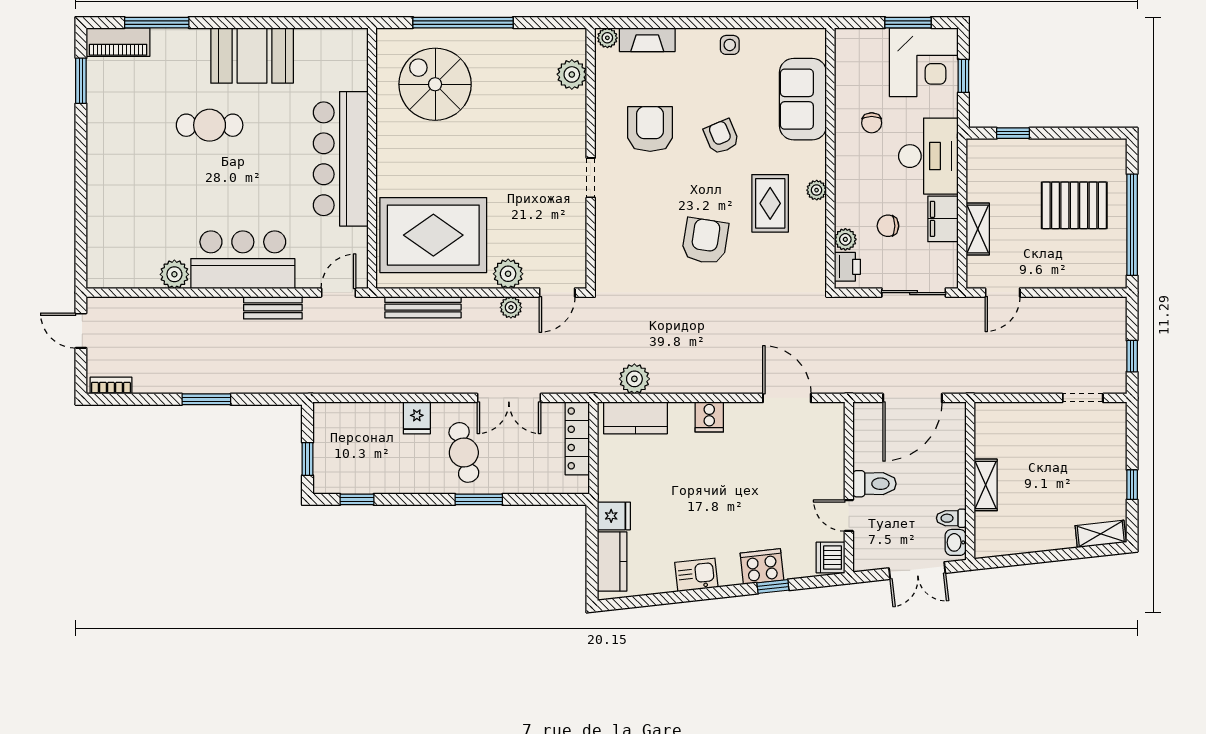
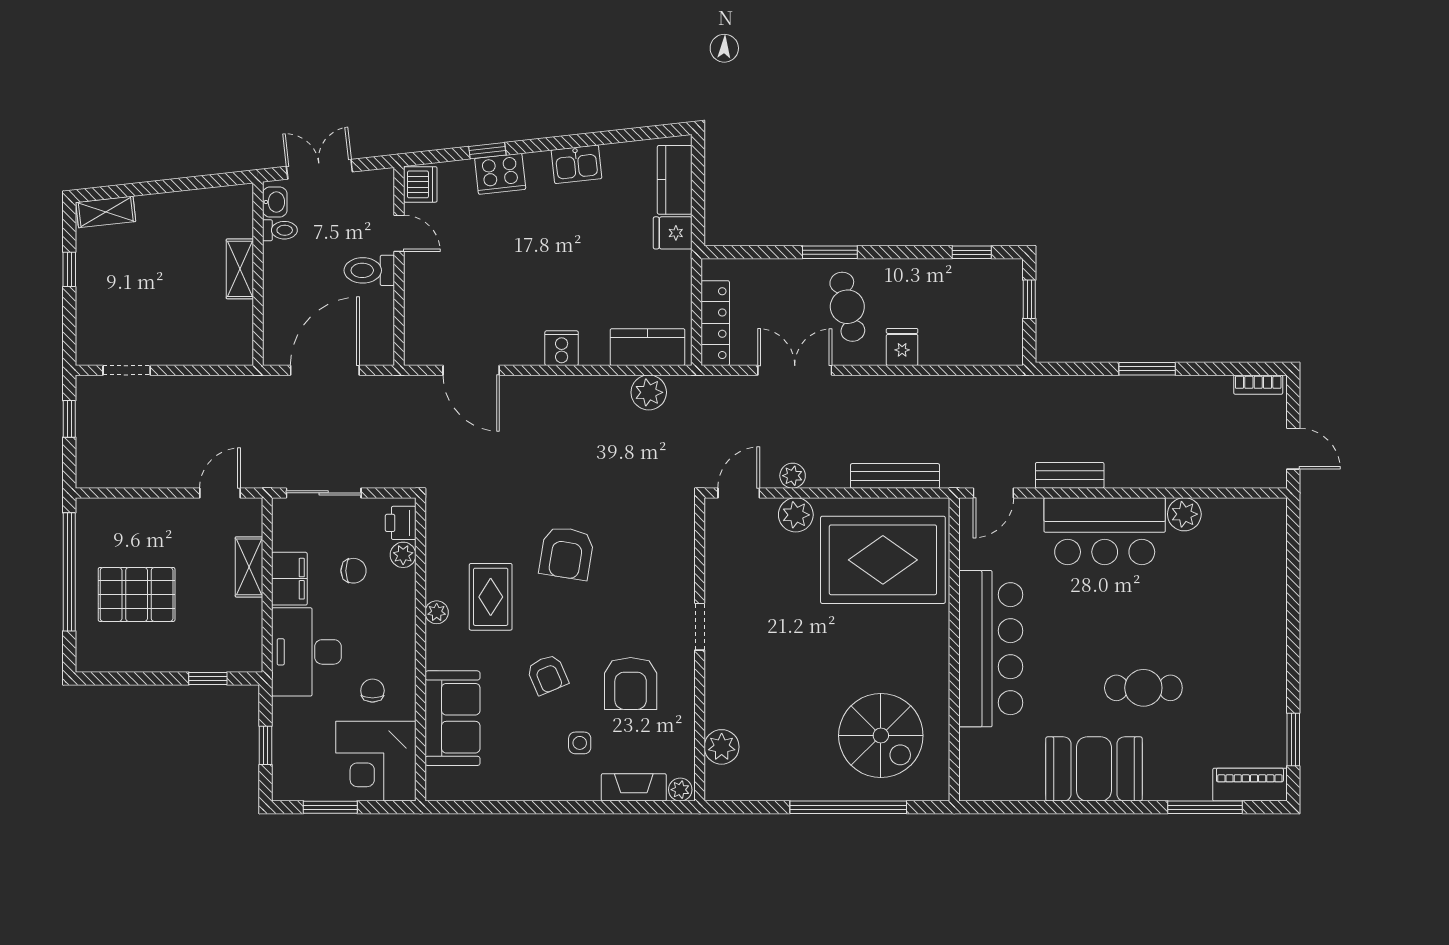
side table: (730, 45) -> (580, 743), moved
corner desk: (924, 62) -> (376, 761), moved, turned -90

